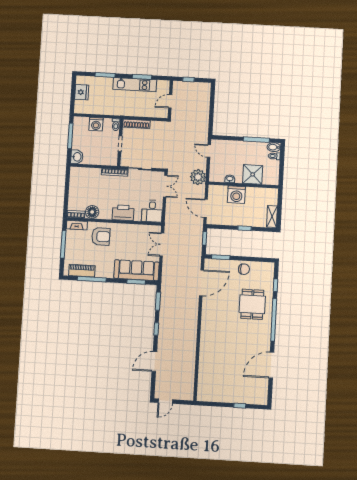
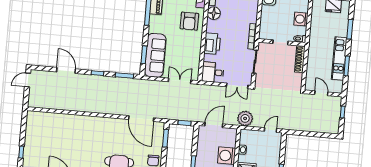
door: (165, 401) -> (28, 80), hinge flipped

